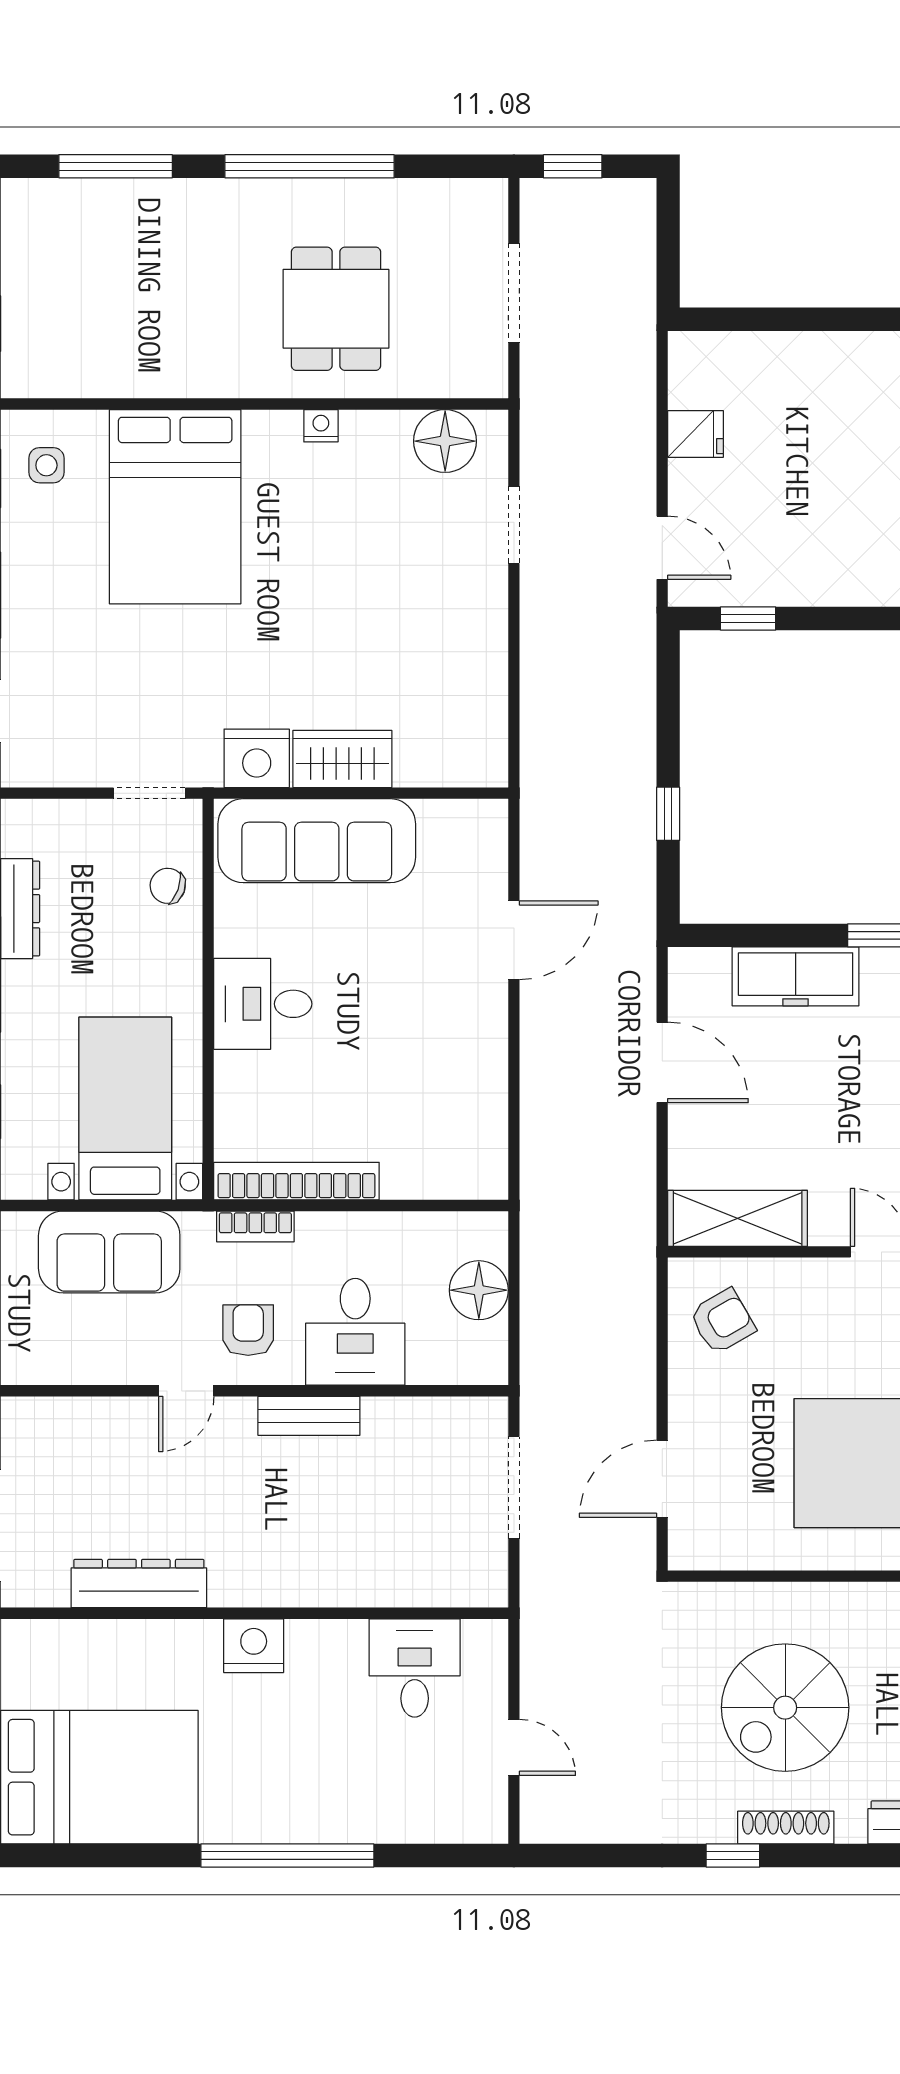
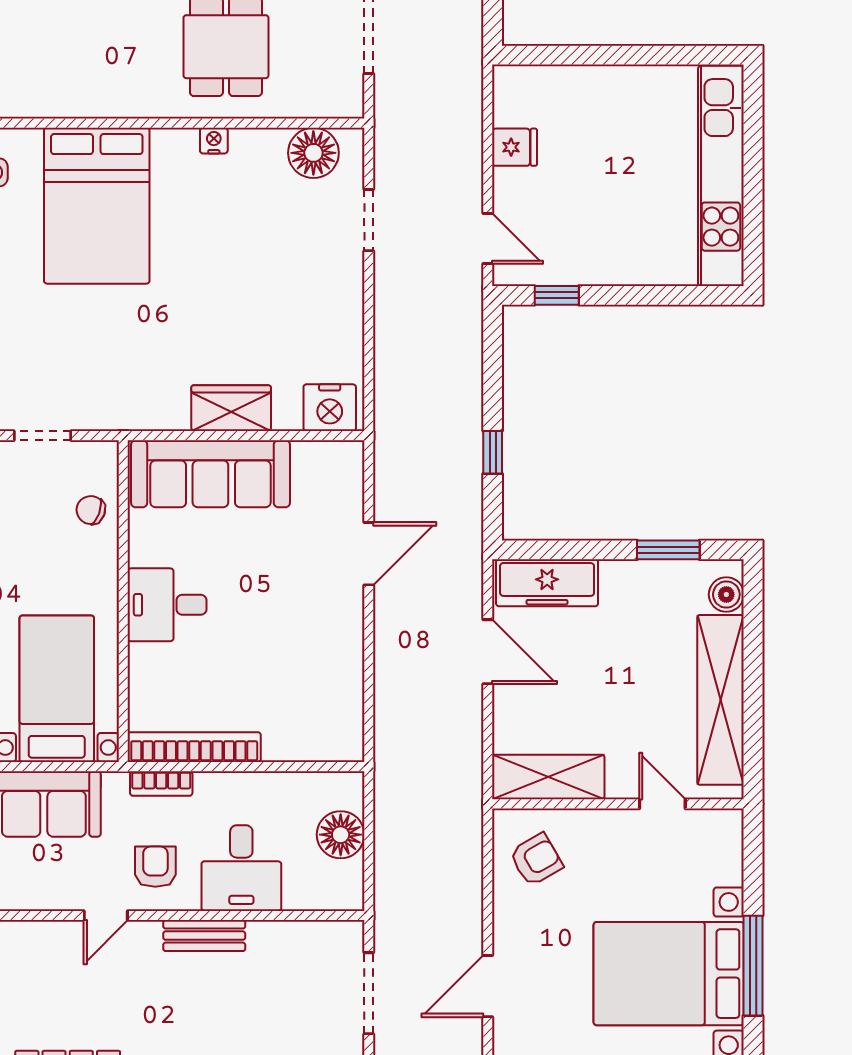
nightstand: (257, 758) -> (330, 408), moved
doorway: (149, 793) -> (42, 436), moved
freezer: (796, 976) -> (547, 583), moved

